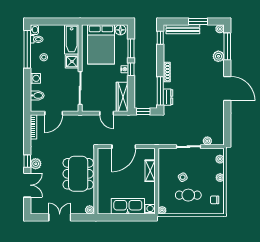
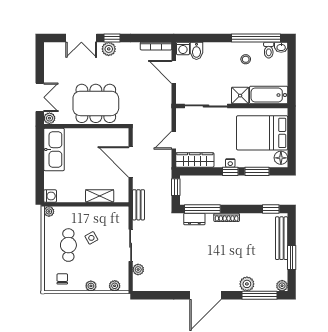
washing machine: (35, 78) -> (183, 48), moved
bench: (157, 141) -> (138, 205), added
kitchen sink: (128, 206) -> (54, 149), moved
double door: (60, 217) -> (40, 97), moved

